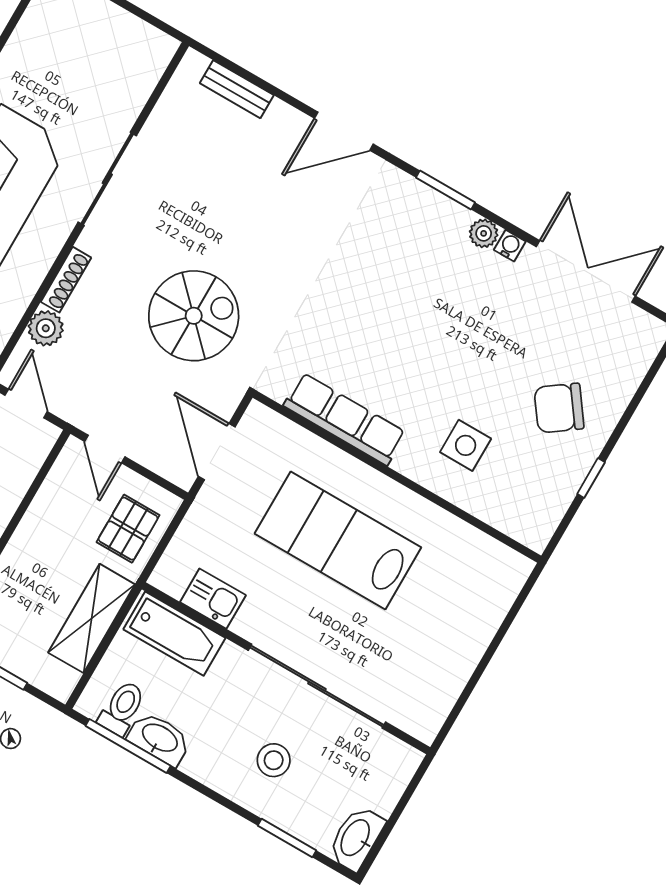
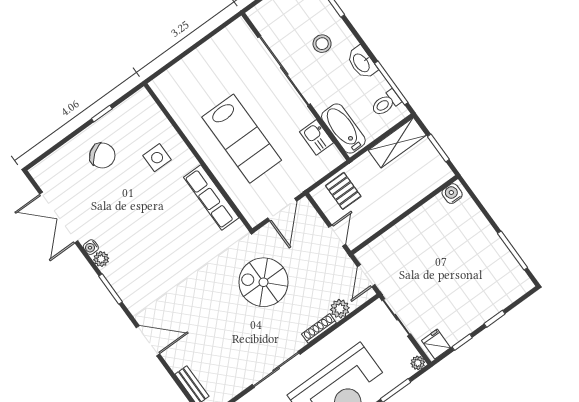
pallet: (128, 529) -> (343, 191), turned 90
shelving: (92, 618) -> (397, 143), moved
washbasin: (159, 739) -> (362, 63), moved

